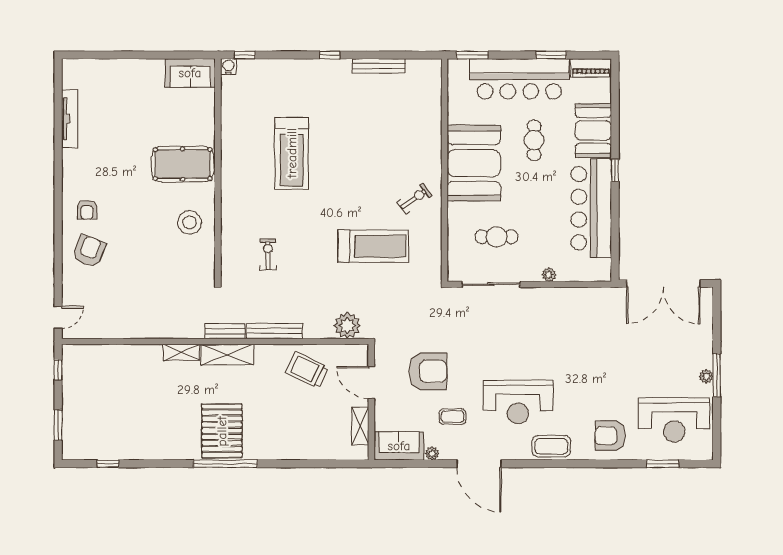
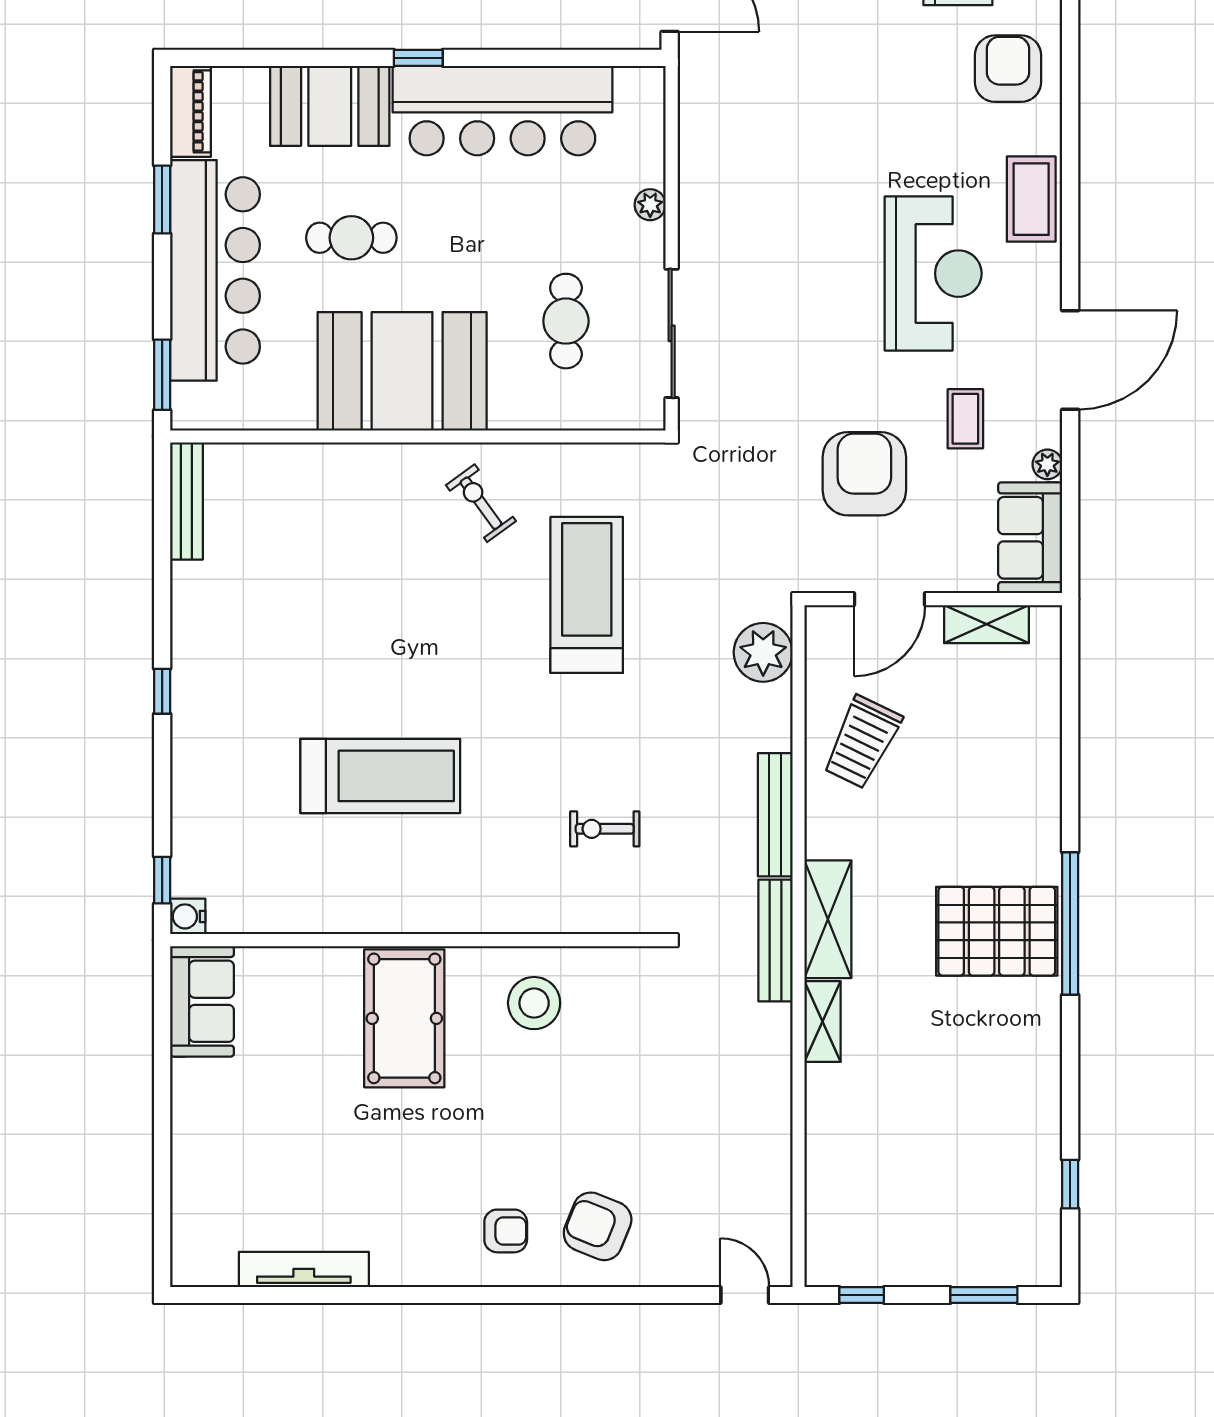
bench: (379, 66) -> (186, 501), moved
bench: (225, 331) -> (775, 941), width x1.36
armchair: (610, 436) -> (1008, 69), turned 180

